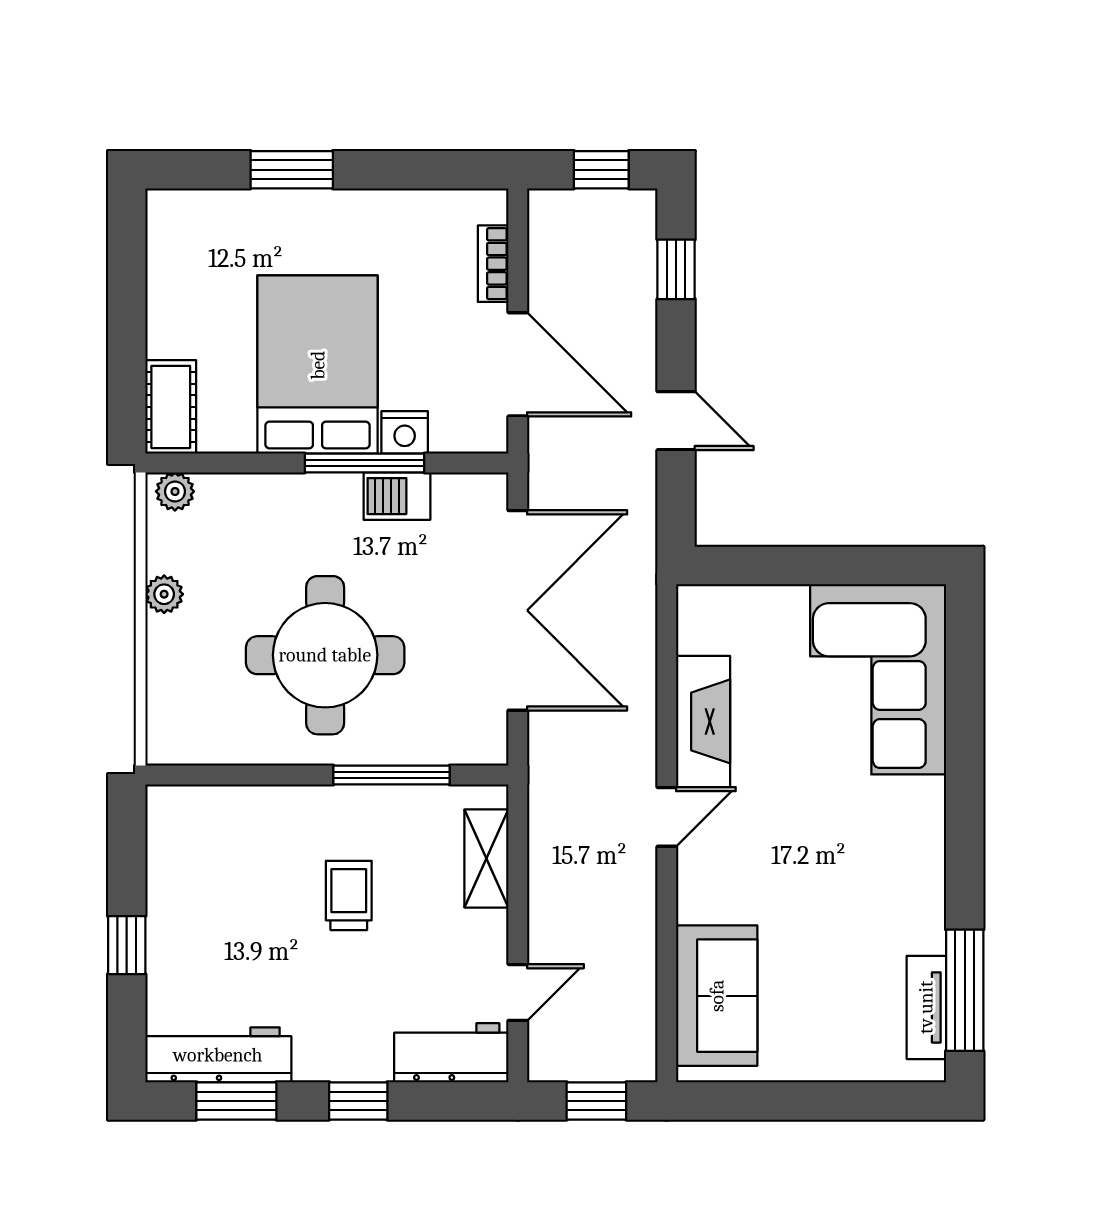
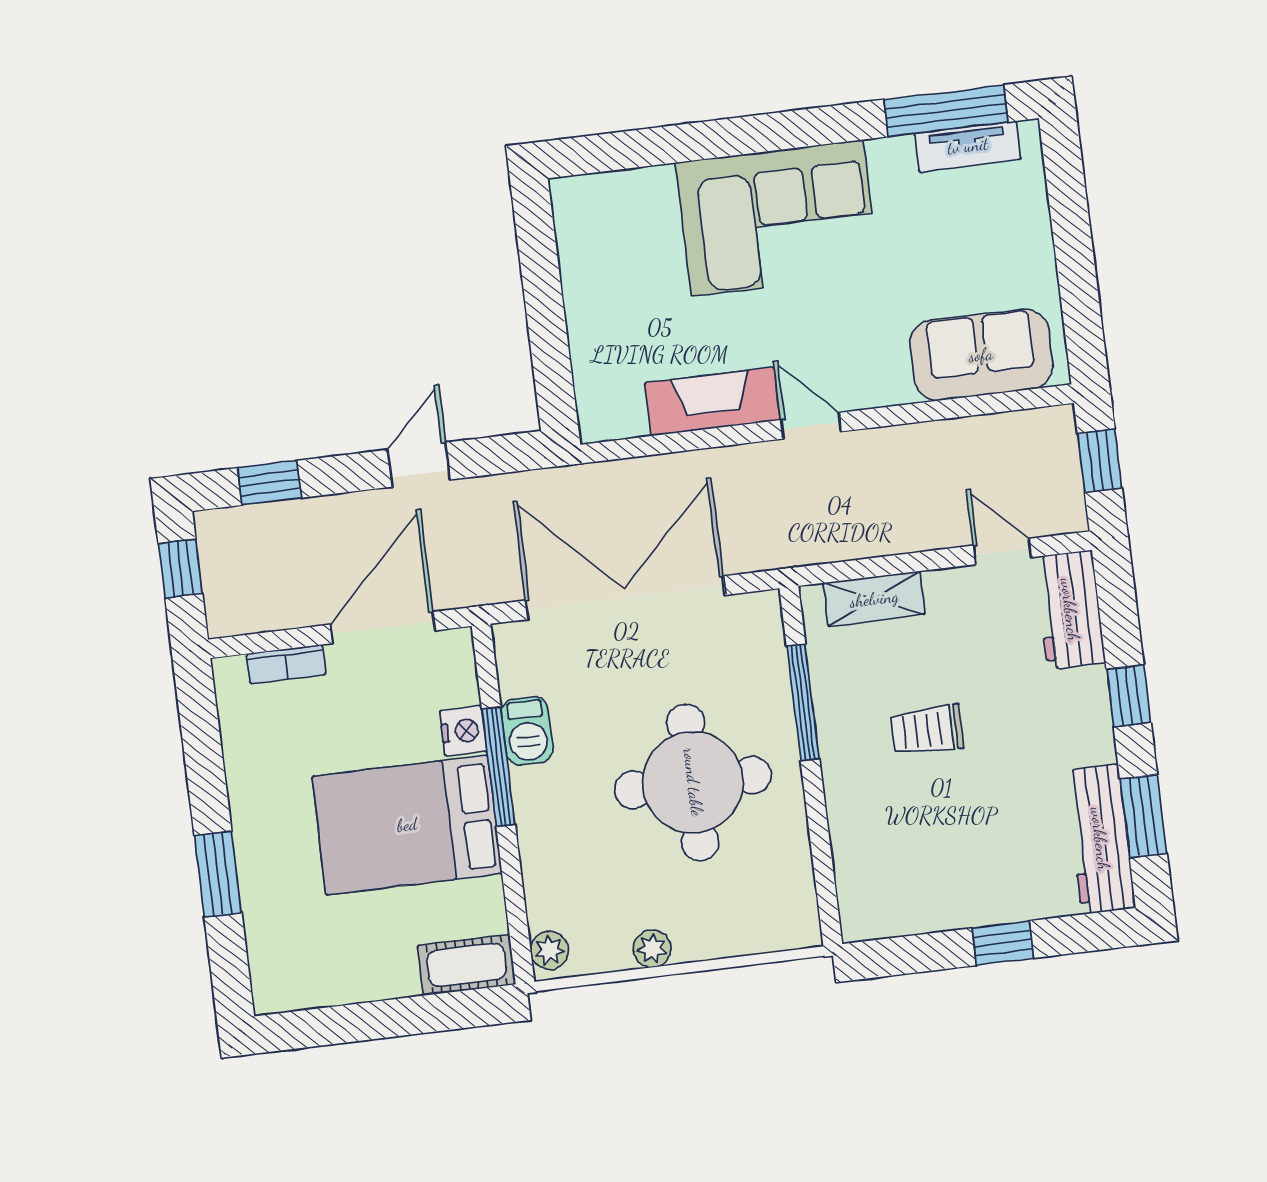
corner sofa: (878, 679) -> (777, 218), moved

